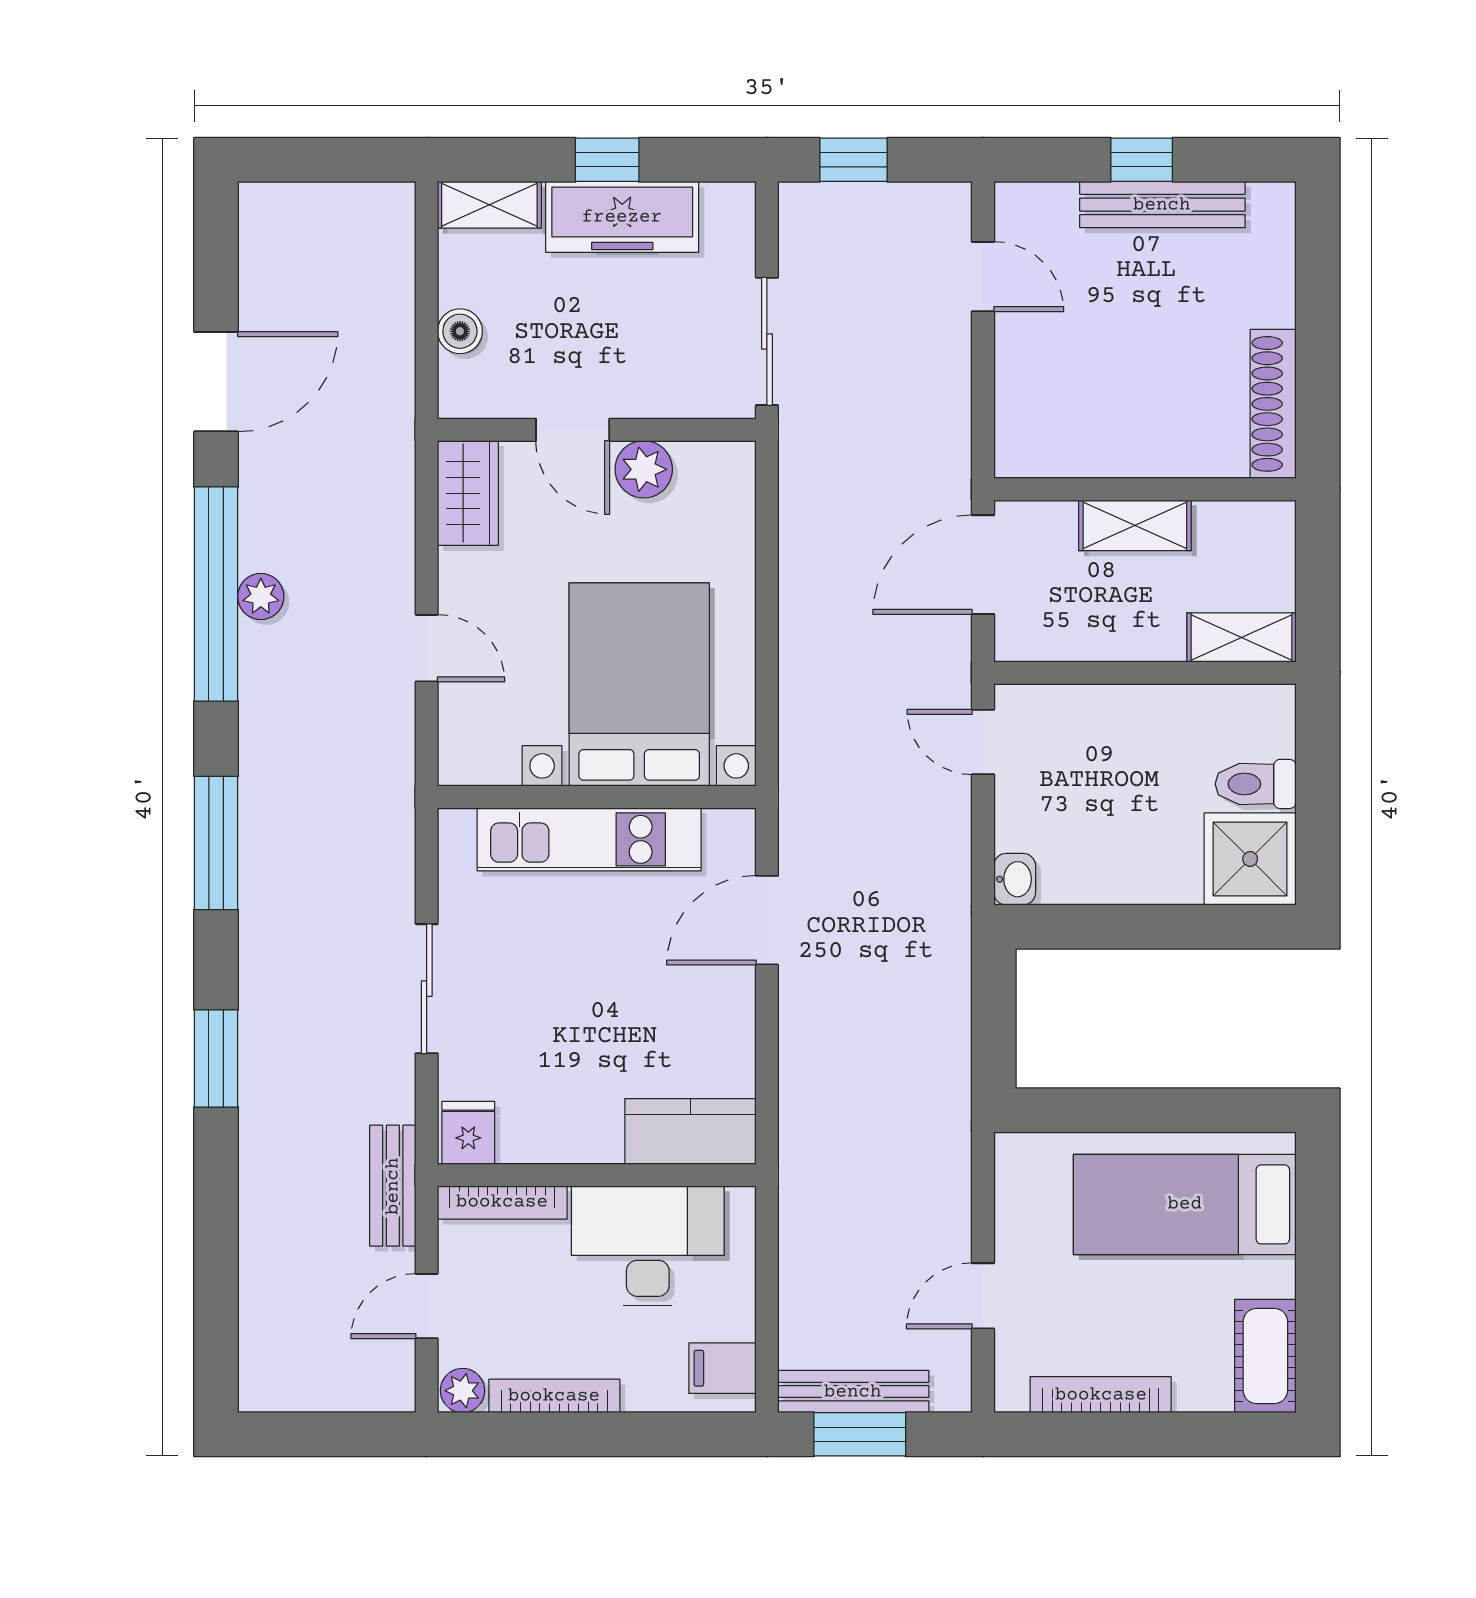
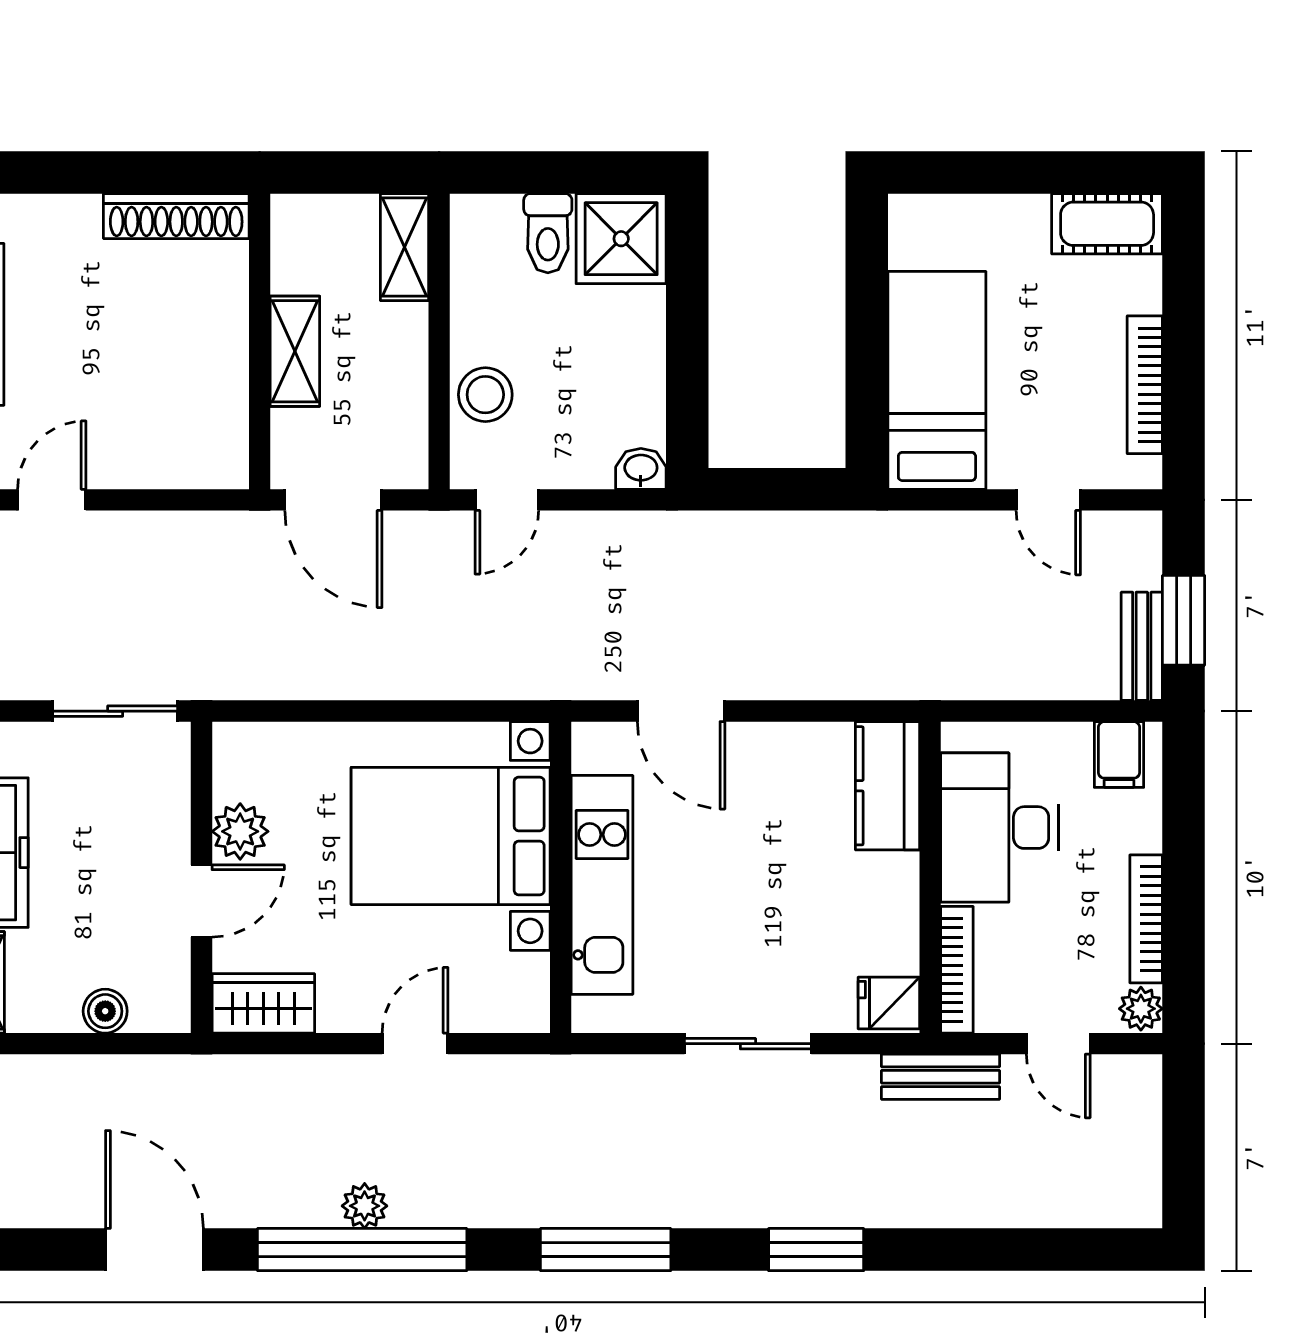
stool: (1091, 720) -> (485, 395), added
bed: (1185, 1204) -> (937, 380), moved, turned 180
bench: (853, 1392) -> (1142, 646), width x0.73

